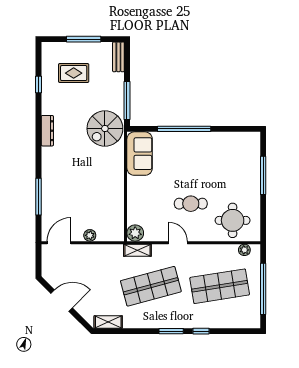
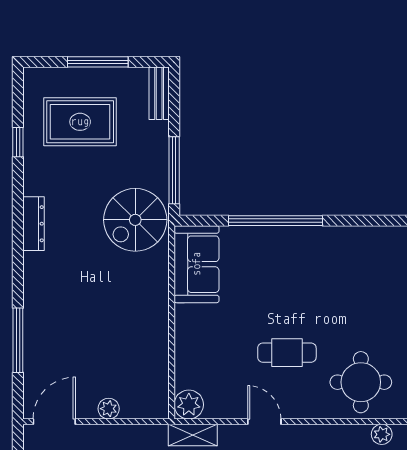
rug: (74, 73) -> (80, 122), width x1.36, depth x1.43

